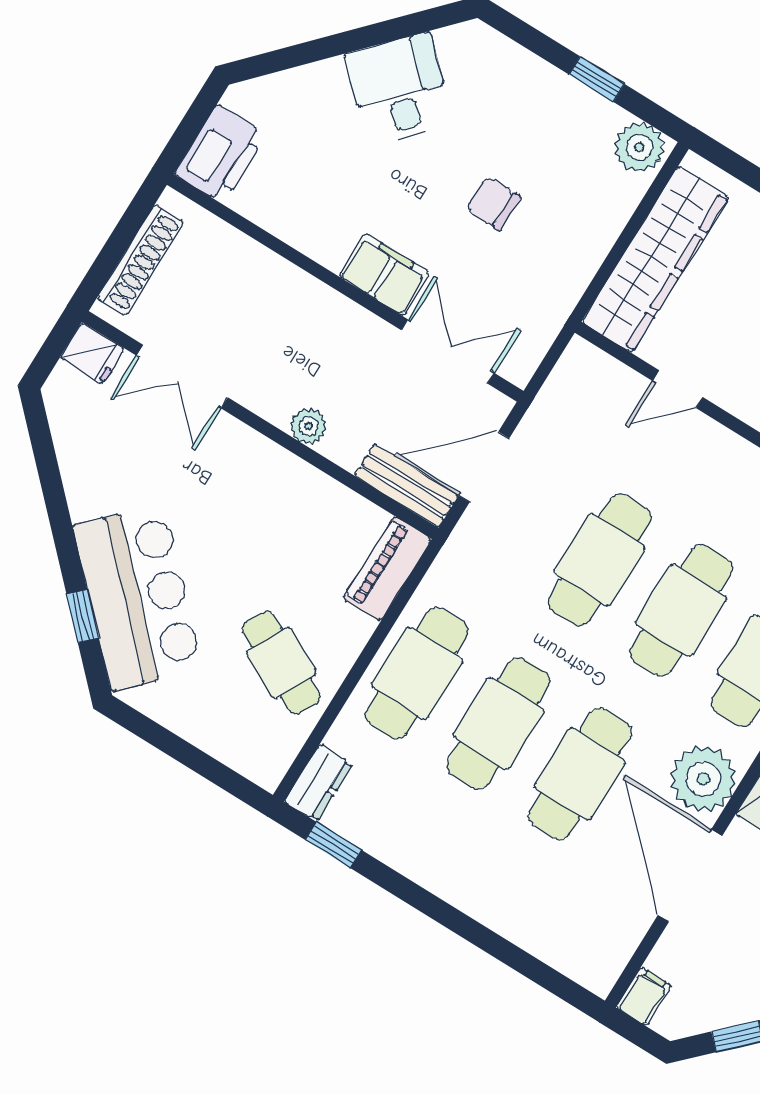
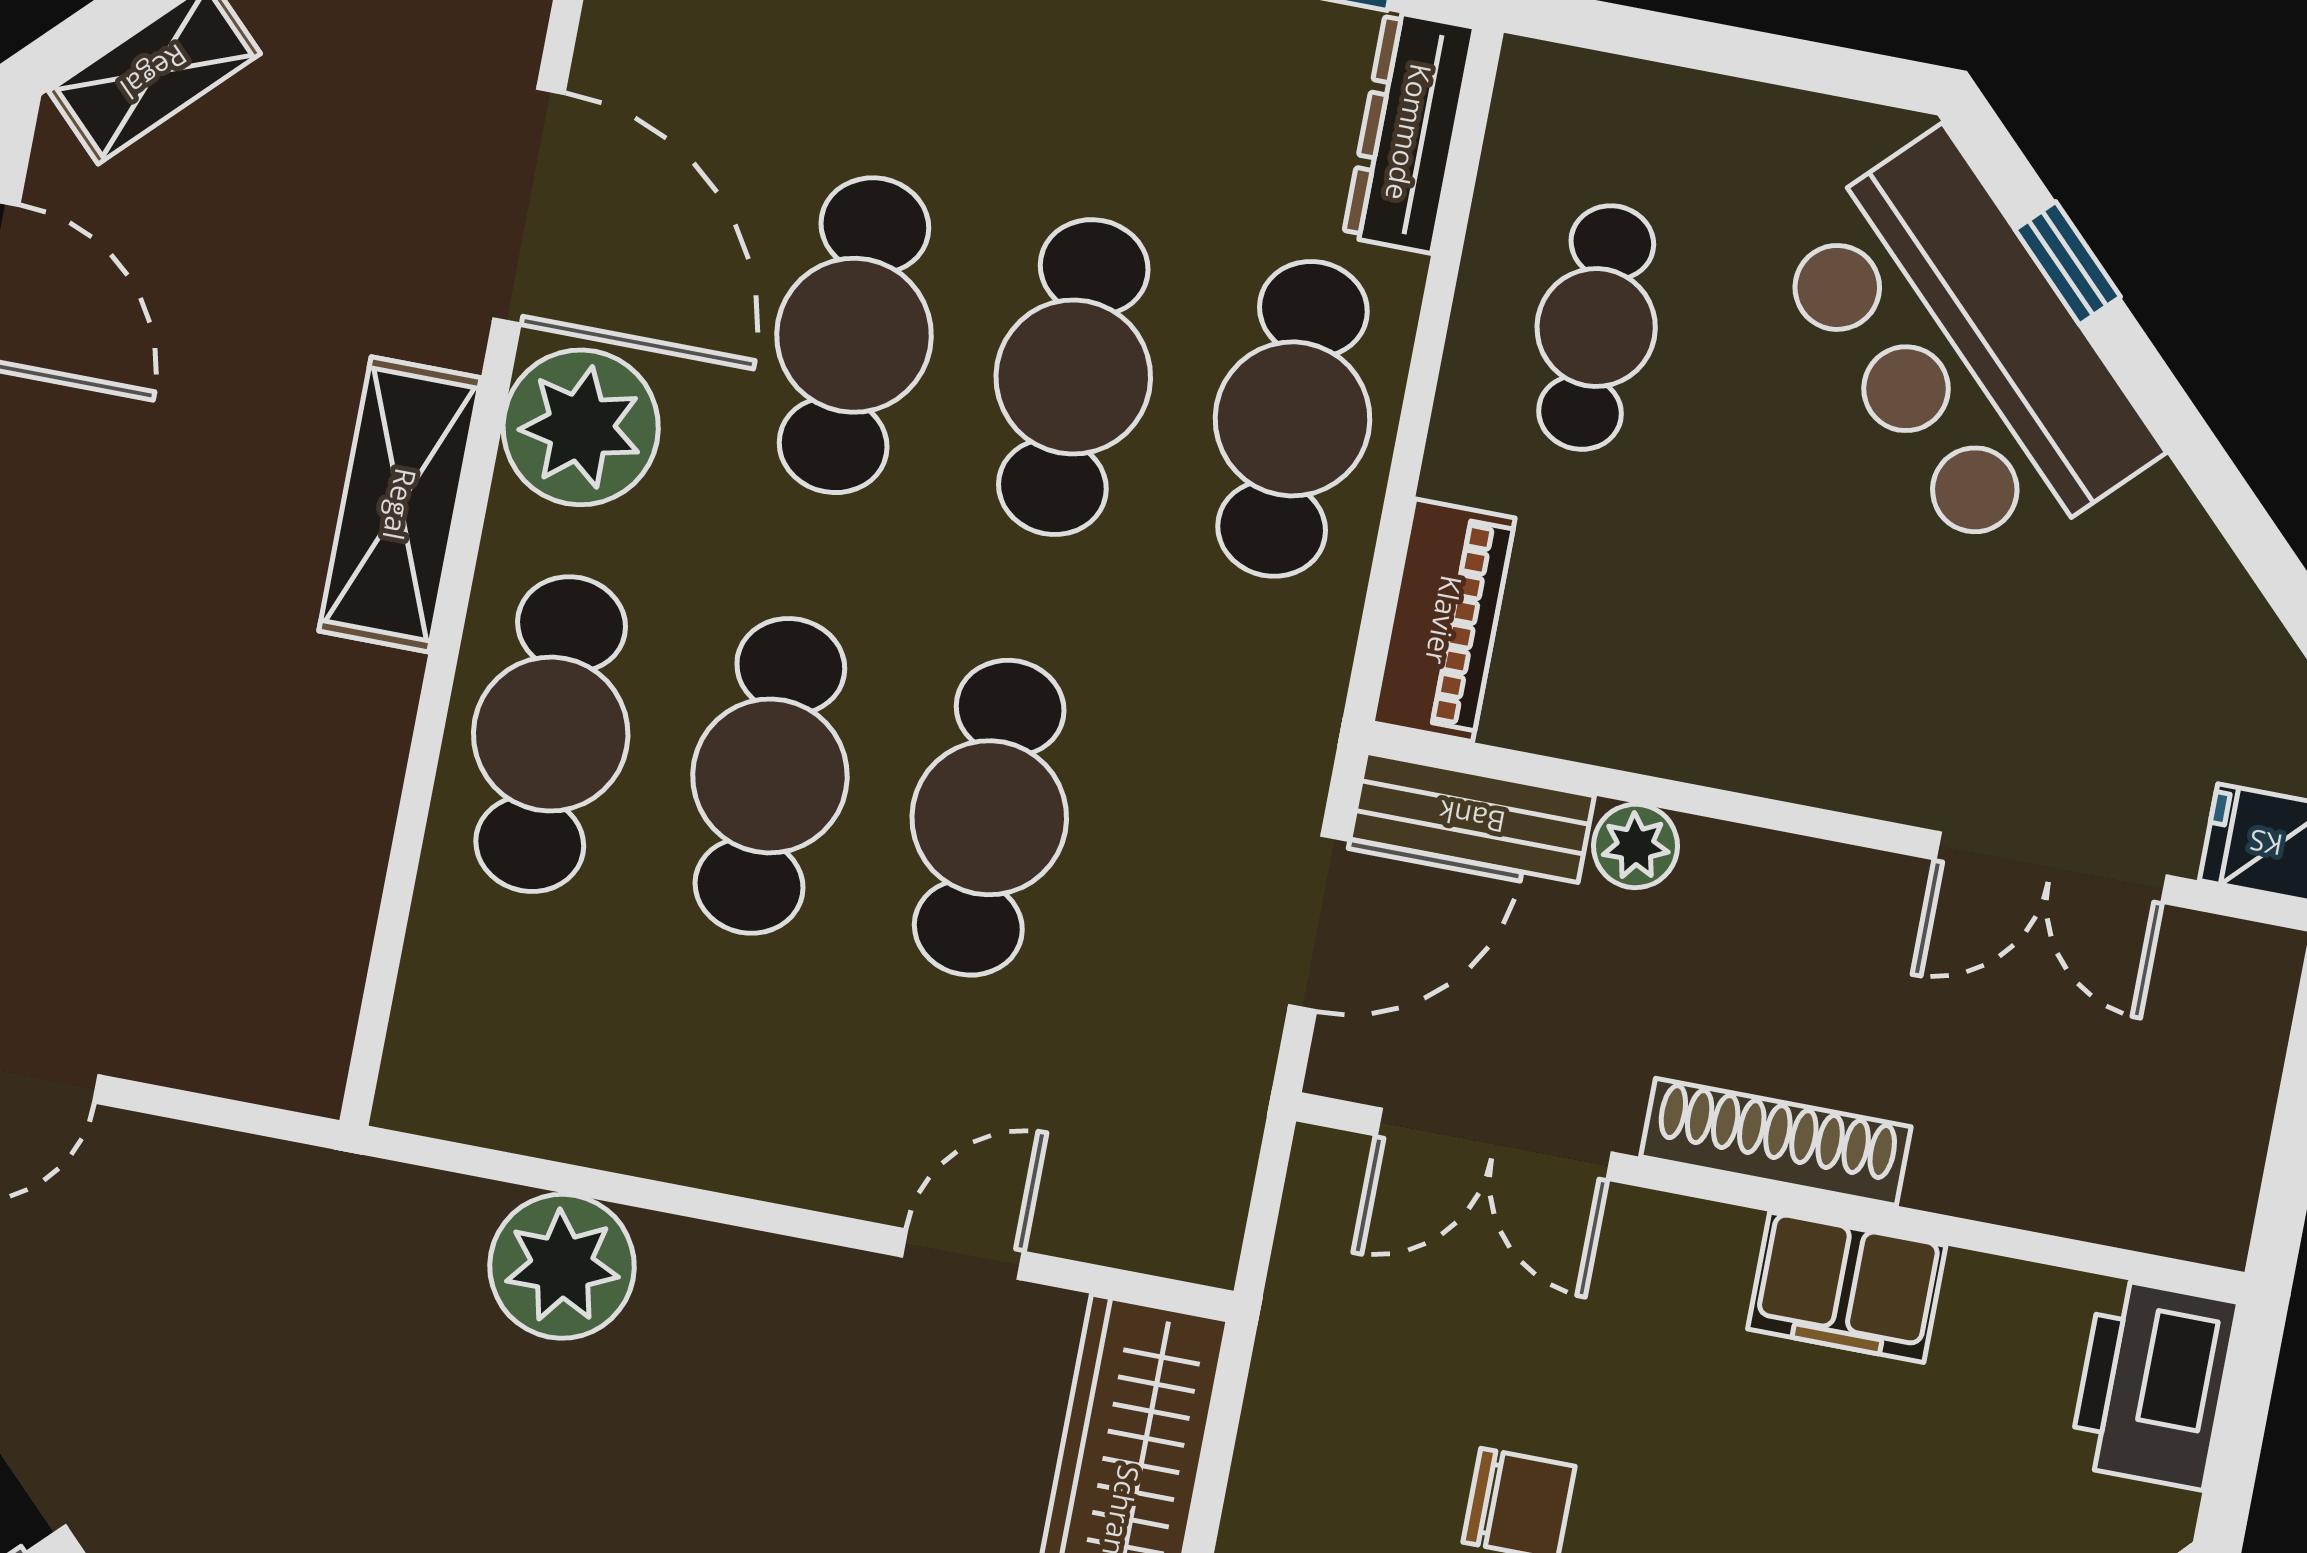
shoe rack: (140, 260) -> (1776, 1142), moved, turned 90
filing cabinet: (384, 274) -> (1847, 1287), moved
double door: (182, 377) -> (2051, 867), swing flipped
plant: (308, 426) -> (1636, 846), moved
cafe table: (281, 663) -> (1596, 328), turned 62
dresser: (318, 783) -> (1409, 132), width x1.44

